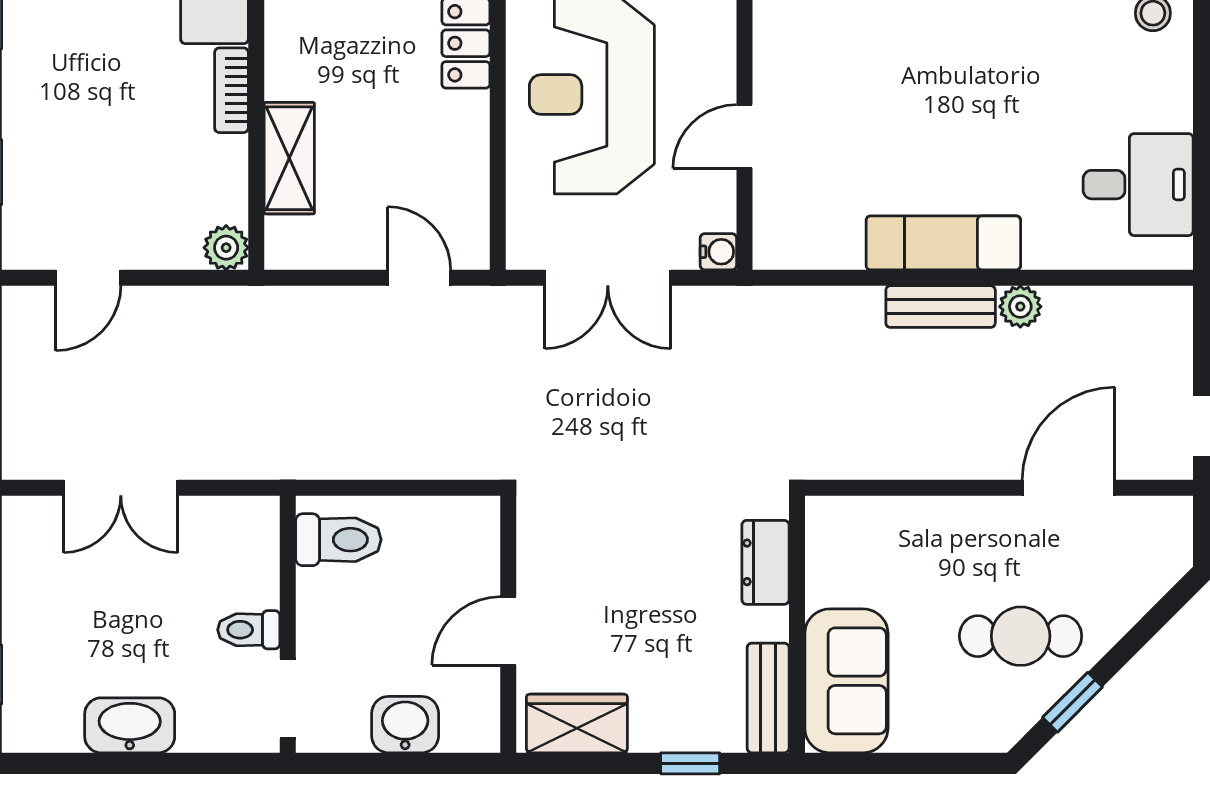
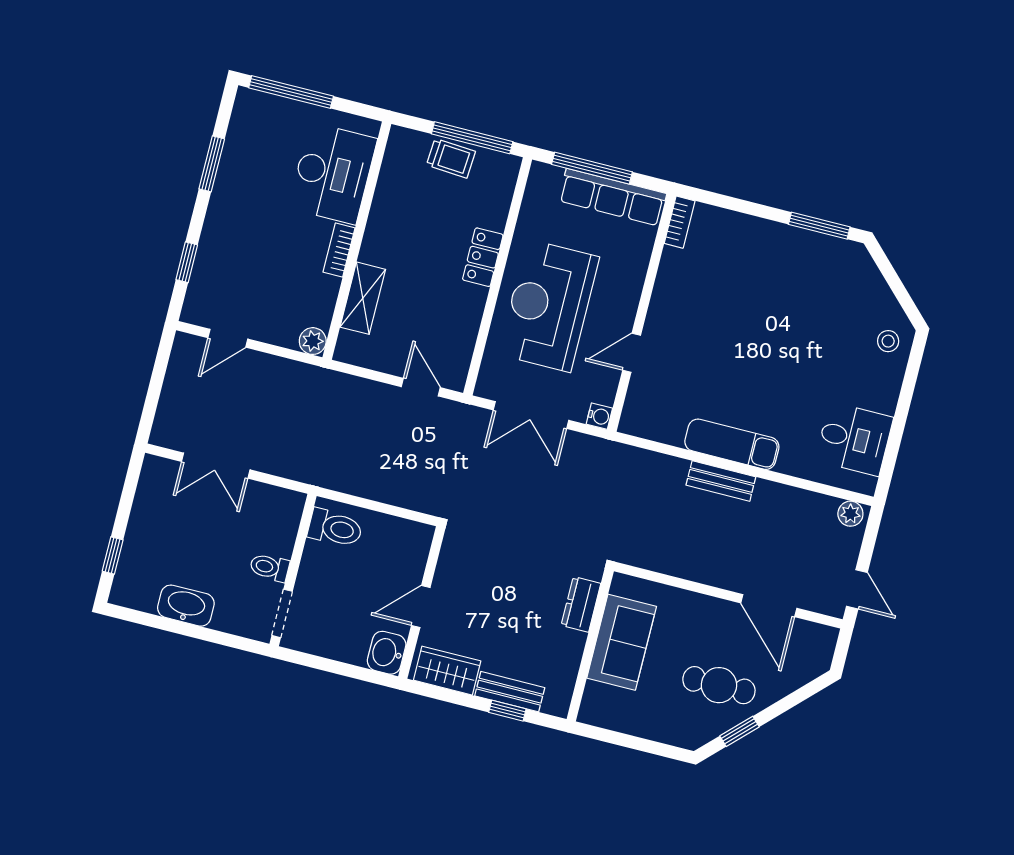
plant: (1020, 307) -> (850, 514), moved
door: (1069, 488) -> (769, 606), swing flipped
sofa: (846, 681) -> (622, 642), moved
bench: (768, 698) -> (510, 692), moved, turned 90
washbasin: (405, 725) -> (387, 653), moved, turned -90

